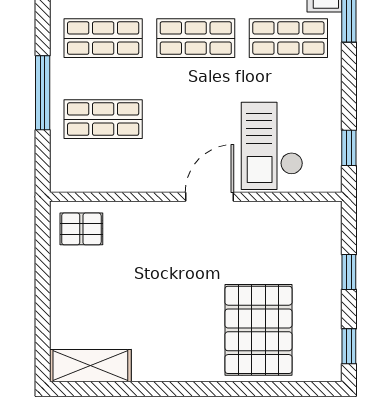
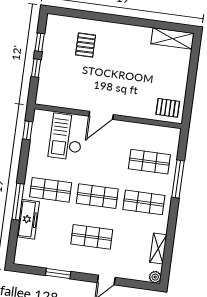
checkout: (272, 146) -> (66, 137), turned 180
pallet: (258, 330) -> (86, 45), width x0.49, depth x0.50
window: (349, 346) -> (40, 42), moved

